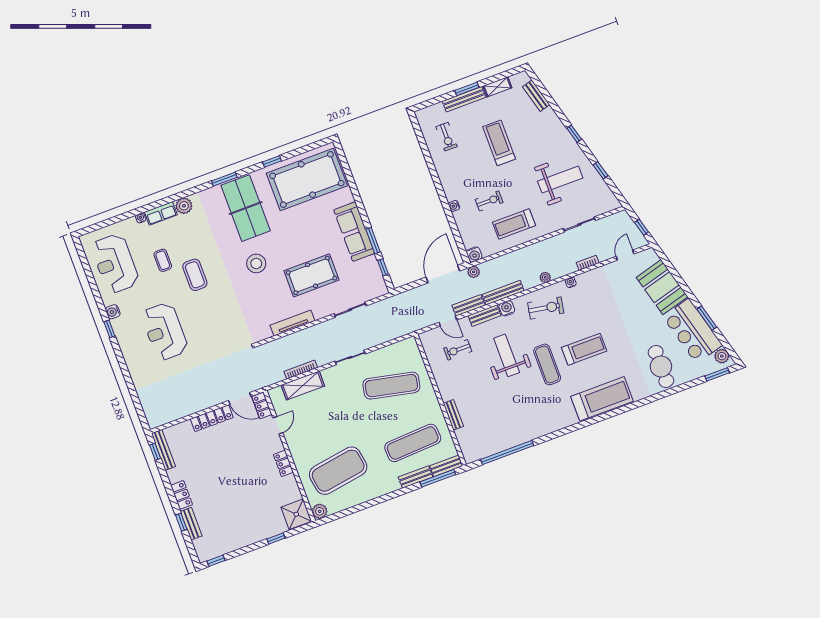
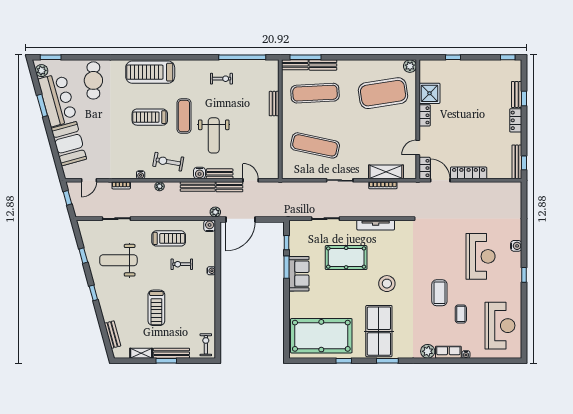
exercise bike: (447, 137) -> (206, 345), moved
sofa: (354, 232) -> (299, 274), width x0.73
water cooler: (113, 312) -> (516, 246), moved
exercise bike: (458, 350) -> (221, 79), moved
shower: (296, 514) -> (430, 93), moved

